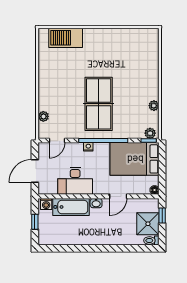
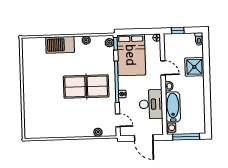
barbecue: (66, 38) -> (60, 45), moved, turned 90
window: (35, 222) -> (186, 137), width x2.17
shower: (148, 224) -> (194, 67), moved

